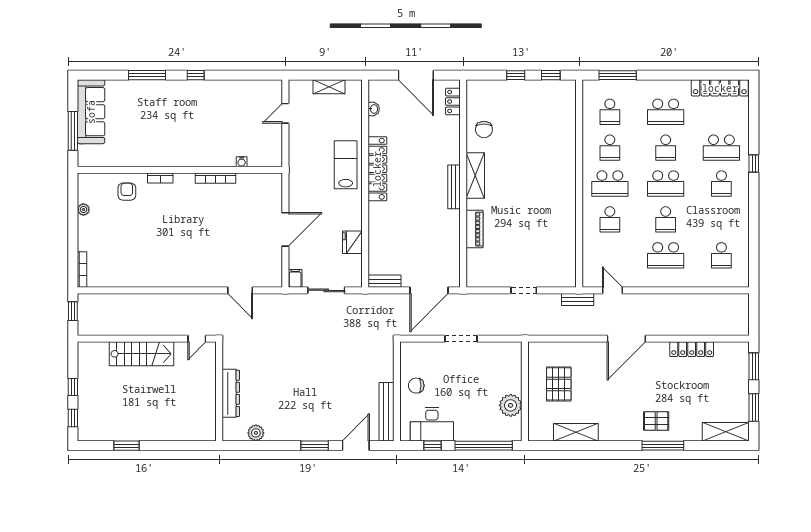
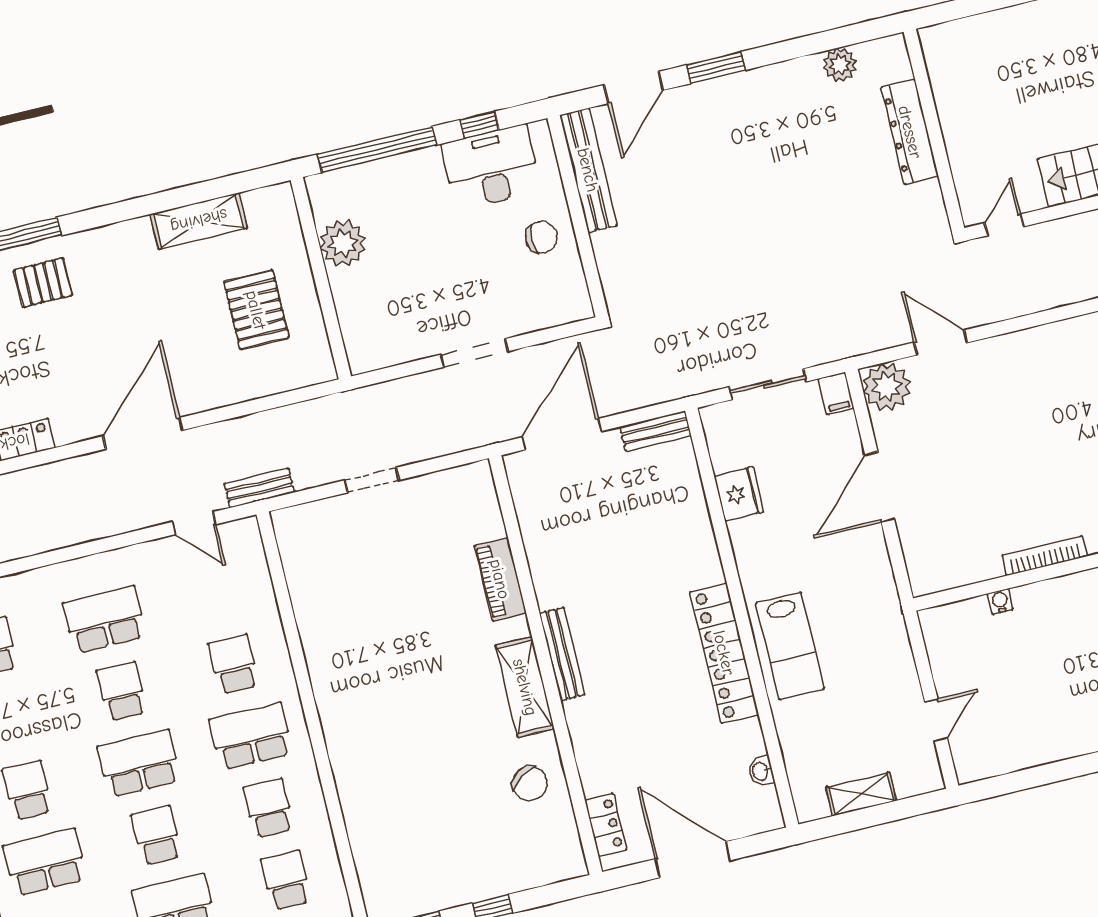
chair: (484, 130) -> (530, 784), turned 146
plant: (271, 276) -> (887, 387), added

